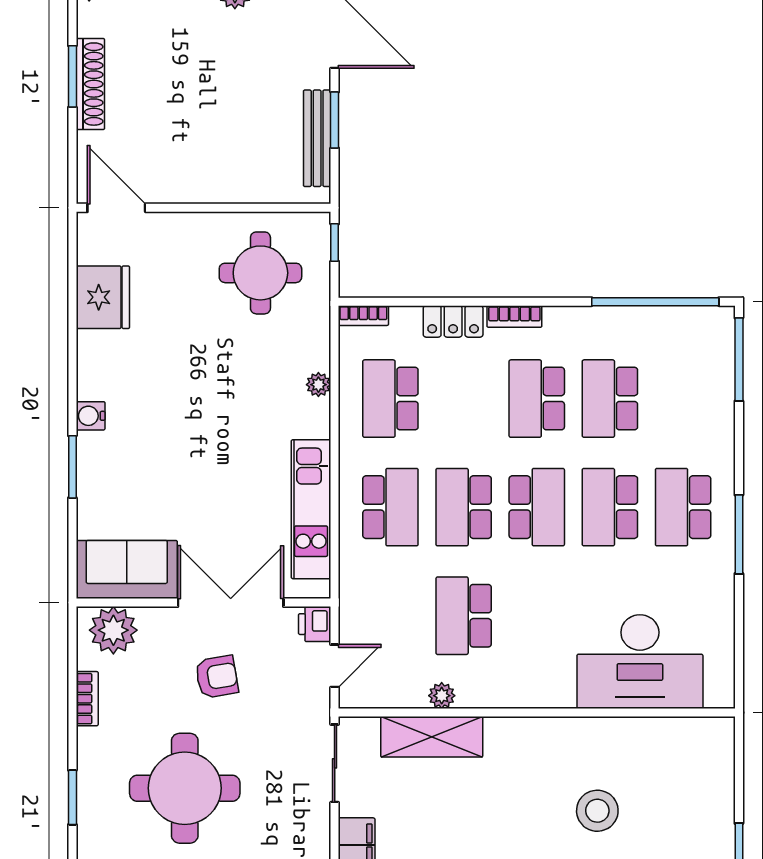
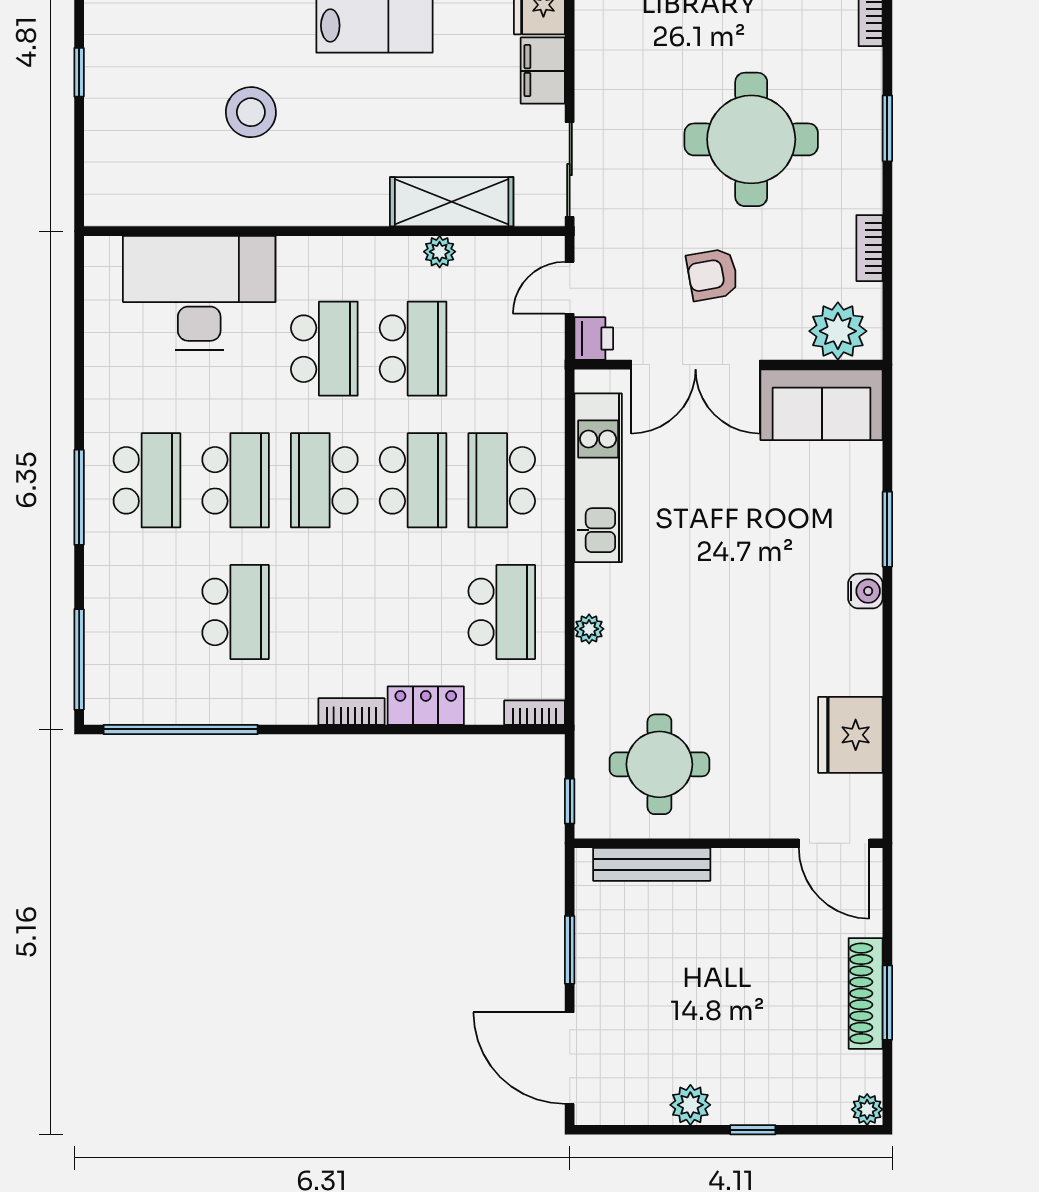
bench: (317, 138) -> (652, 864), moved, turned 90
school desk: (537, 399) -> (324, 349), moved
window: (739, 534) -> (79, 497), moved

